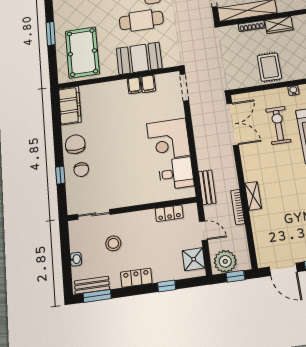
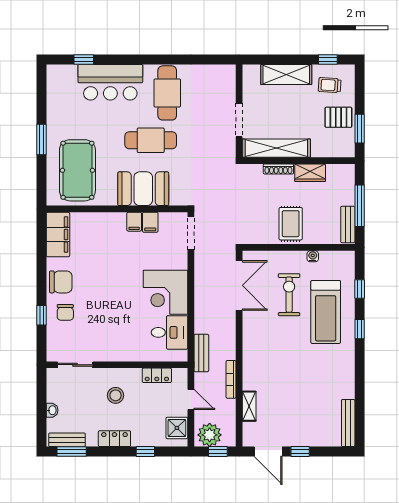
chair: (75, 144) -> (61, 282), turned 90
shelving: (253, 196) -> (249, 406), moved
stool: (113, 243) -> (116, 395), moved

